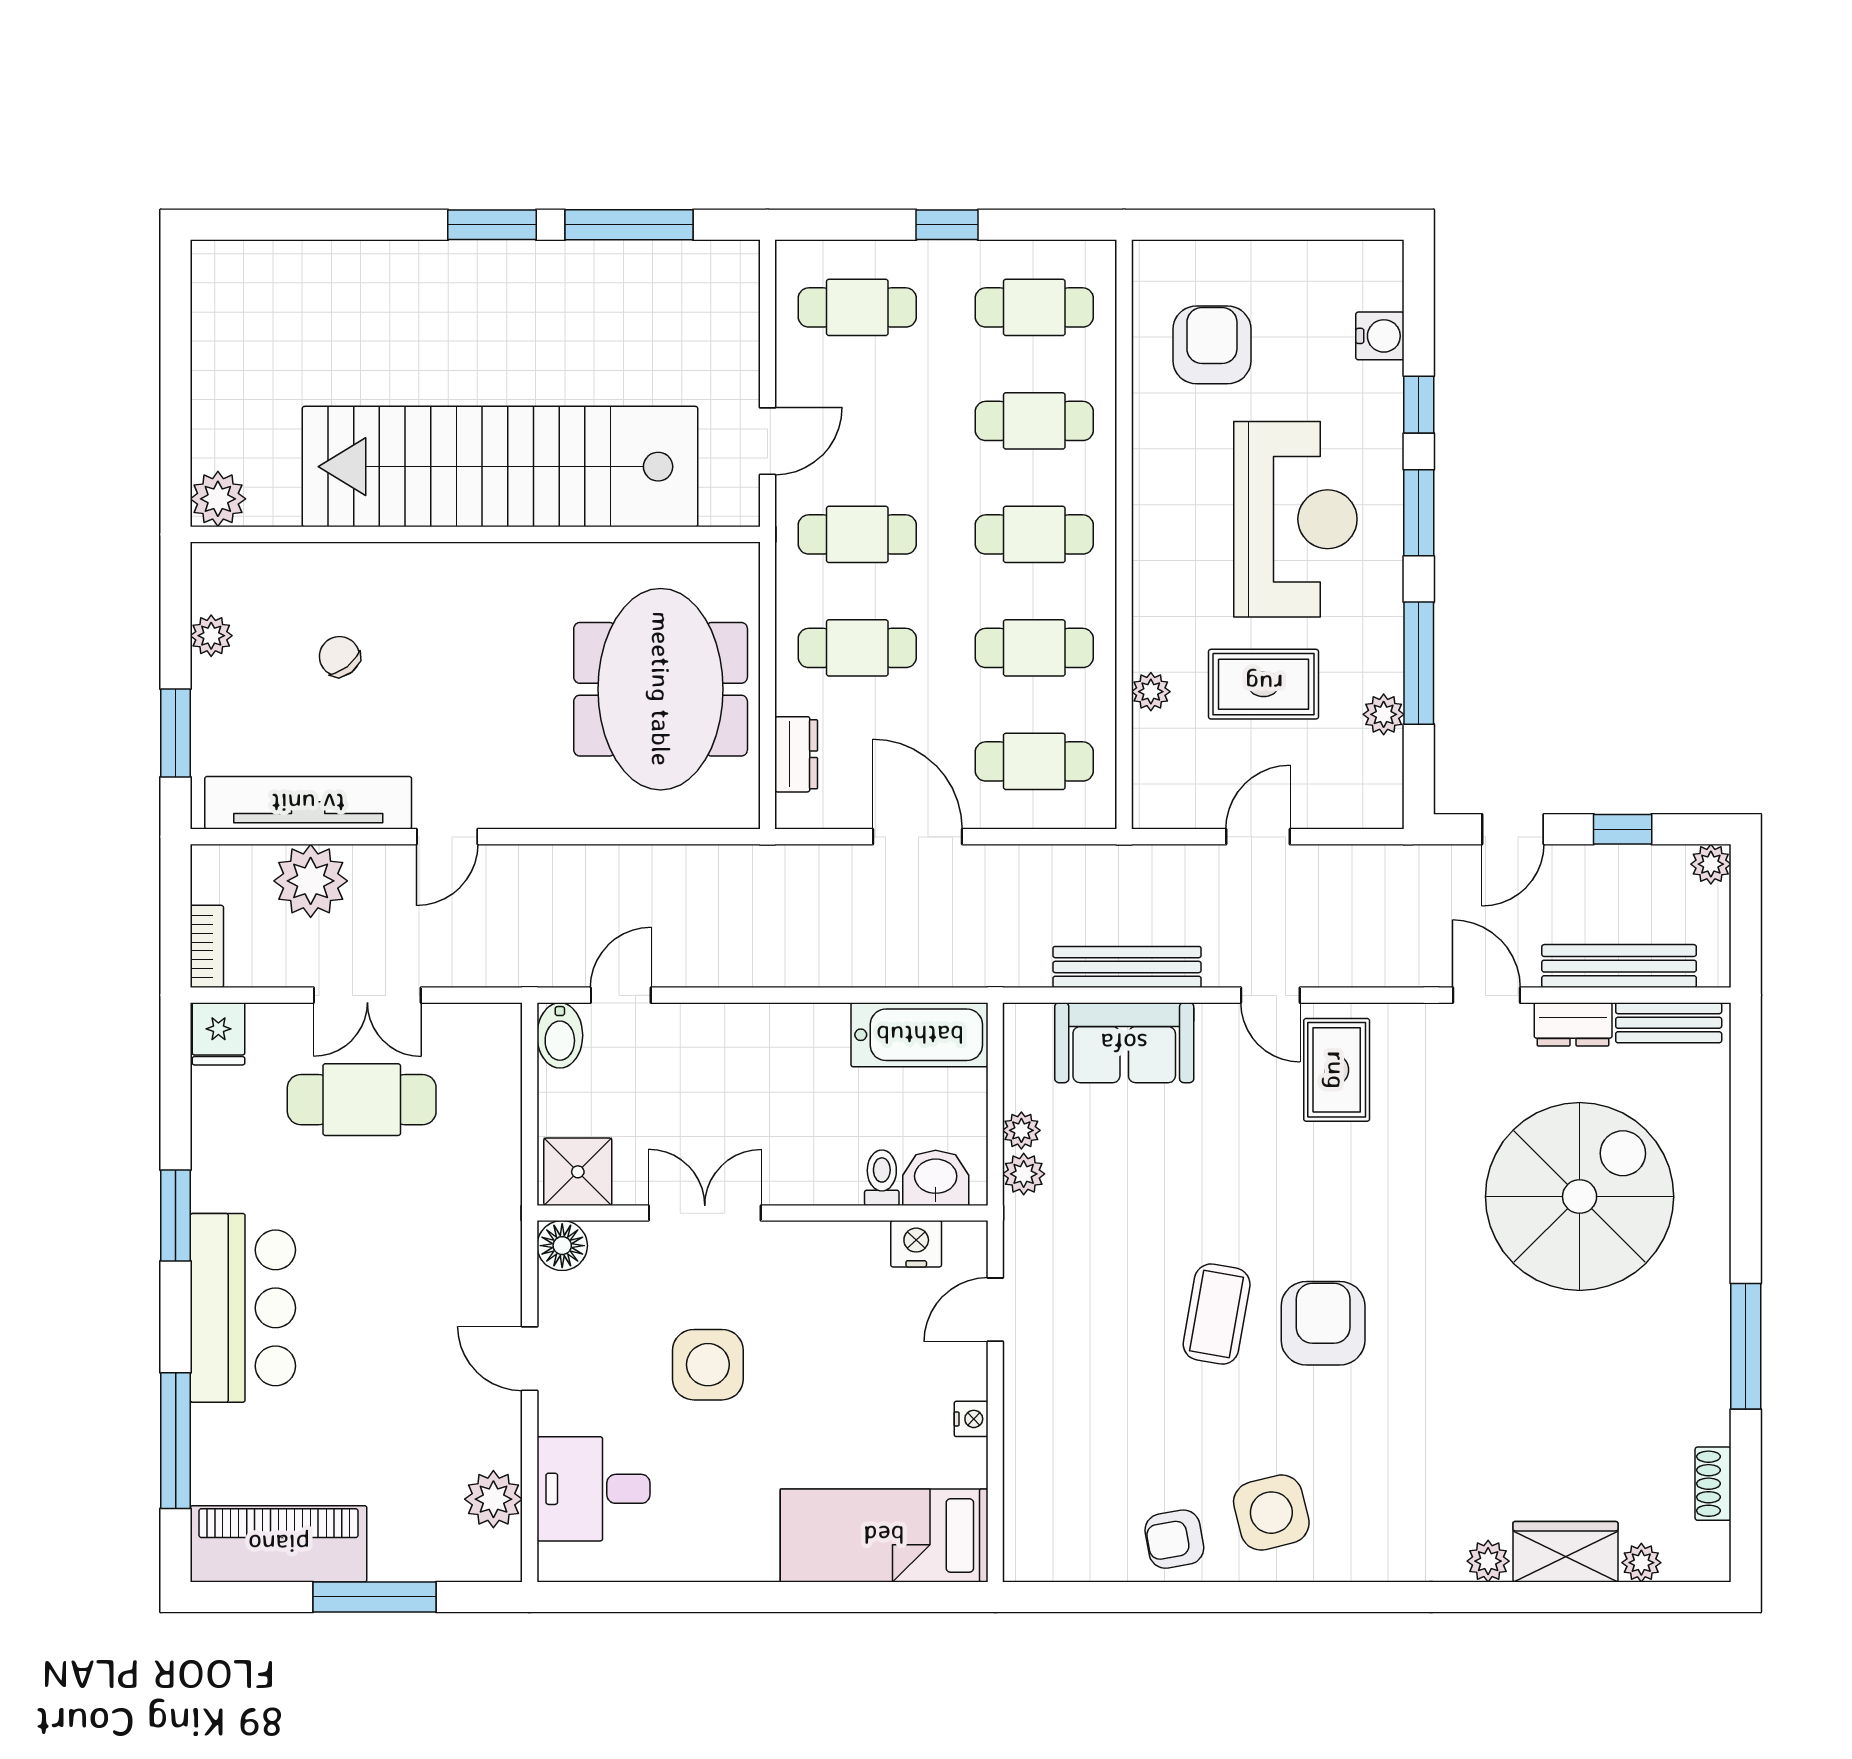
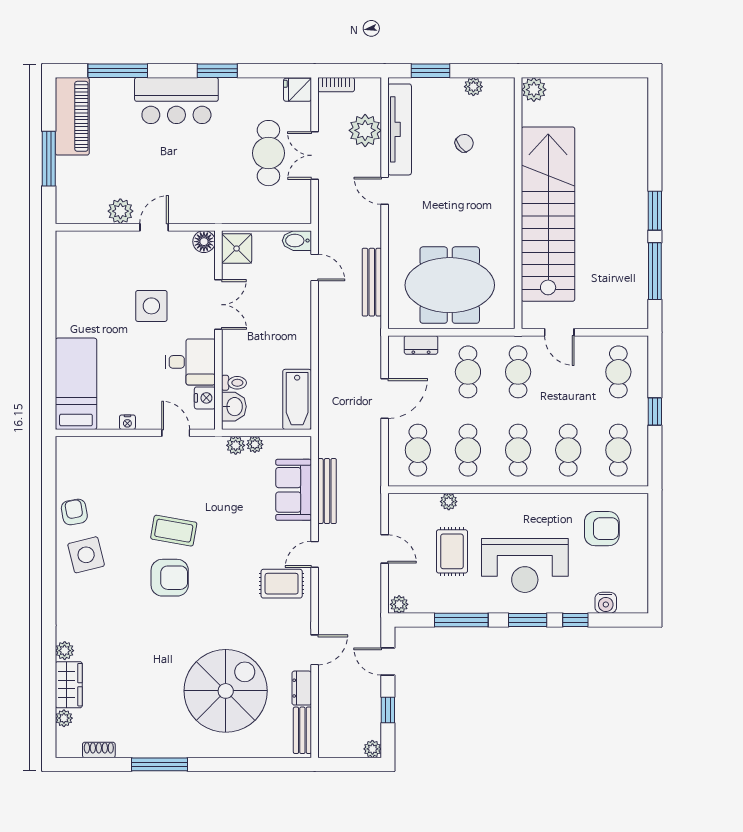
plant: (1384, 714) -> (399, 604), moved
bench: (1619, 966) -> (372, 282), moved
spiral stairs: (1580, 1197) -> (226, 691), turned -90
desk: (593, 1489) -> (190, 362), moved, turned 90
plant: (493, 1499) -> (120, 211), moved

